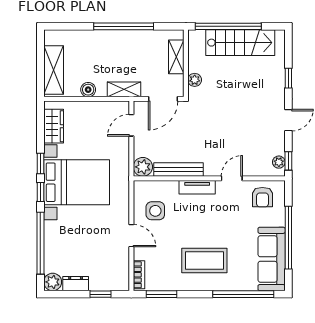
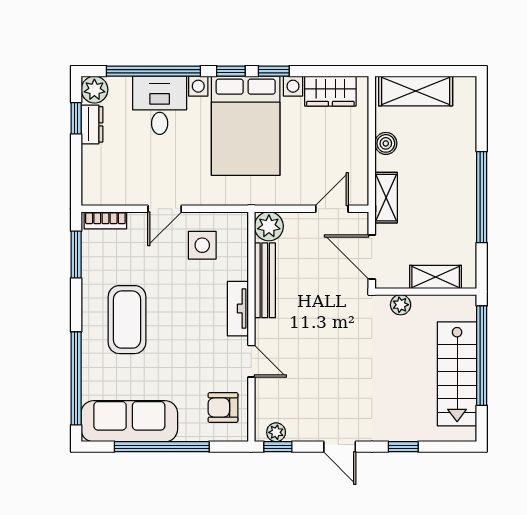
door: (131, 125) -> (332, 209), hinge flipped
desk: (63, 239) -> (160, 105), added
window: (100, 294) -> (76, 118), moved

